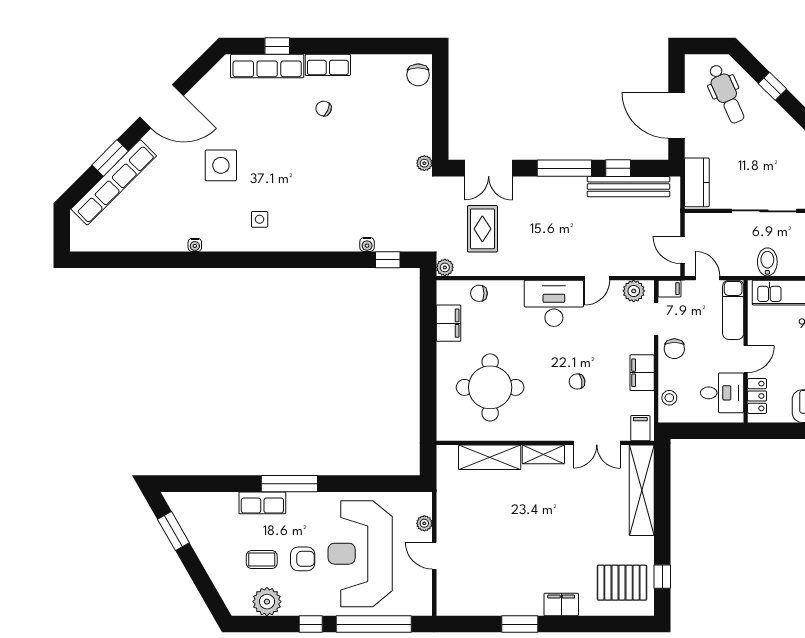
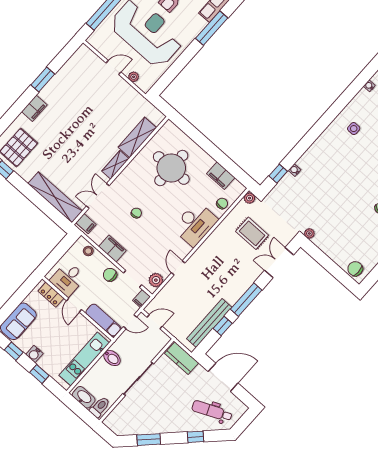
desk: (554, 303) -> (195, 224), moved

